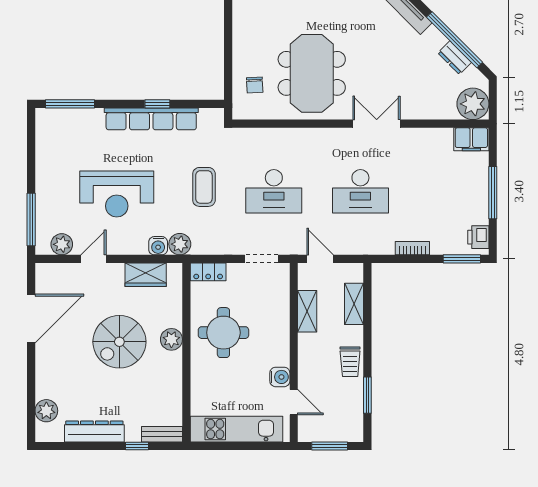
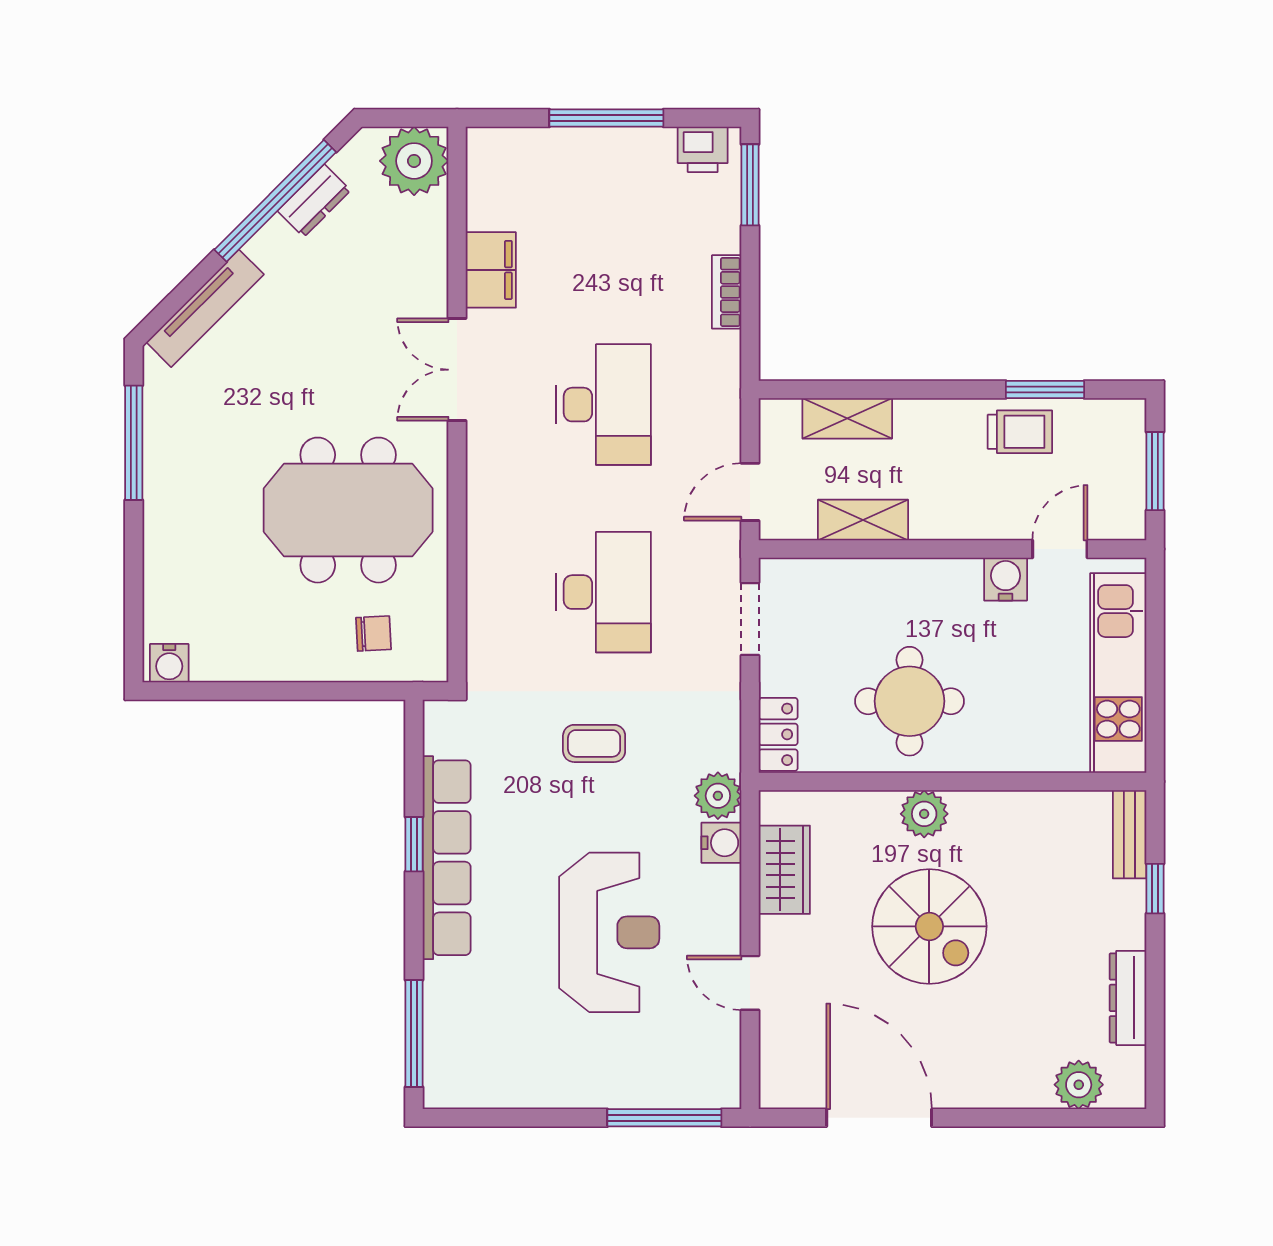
filing cabinet: (471, 139) -> (491, 270), moved
coffee table: (204, 187) -> (594, 743), width x0.73, depth x0.77
plant: (62, 244) -> (718, 1051), removed
trolley: (350, 362) -> (1020, 432), moved
dresser: (94, 431) -> (1128, 998), width x0.73, depth x0.80

